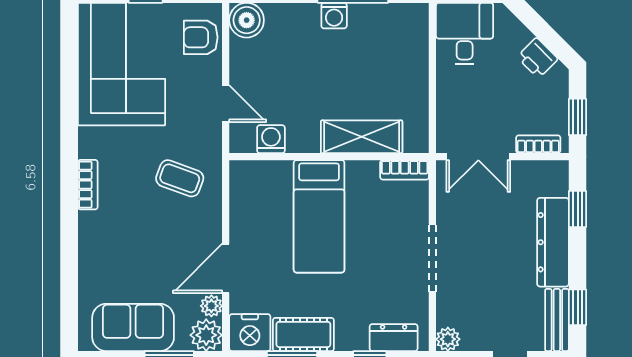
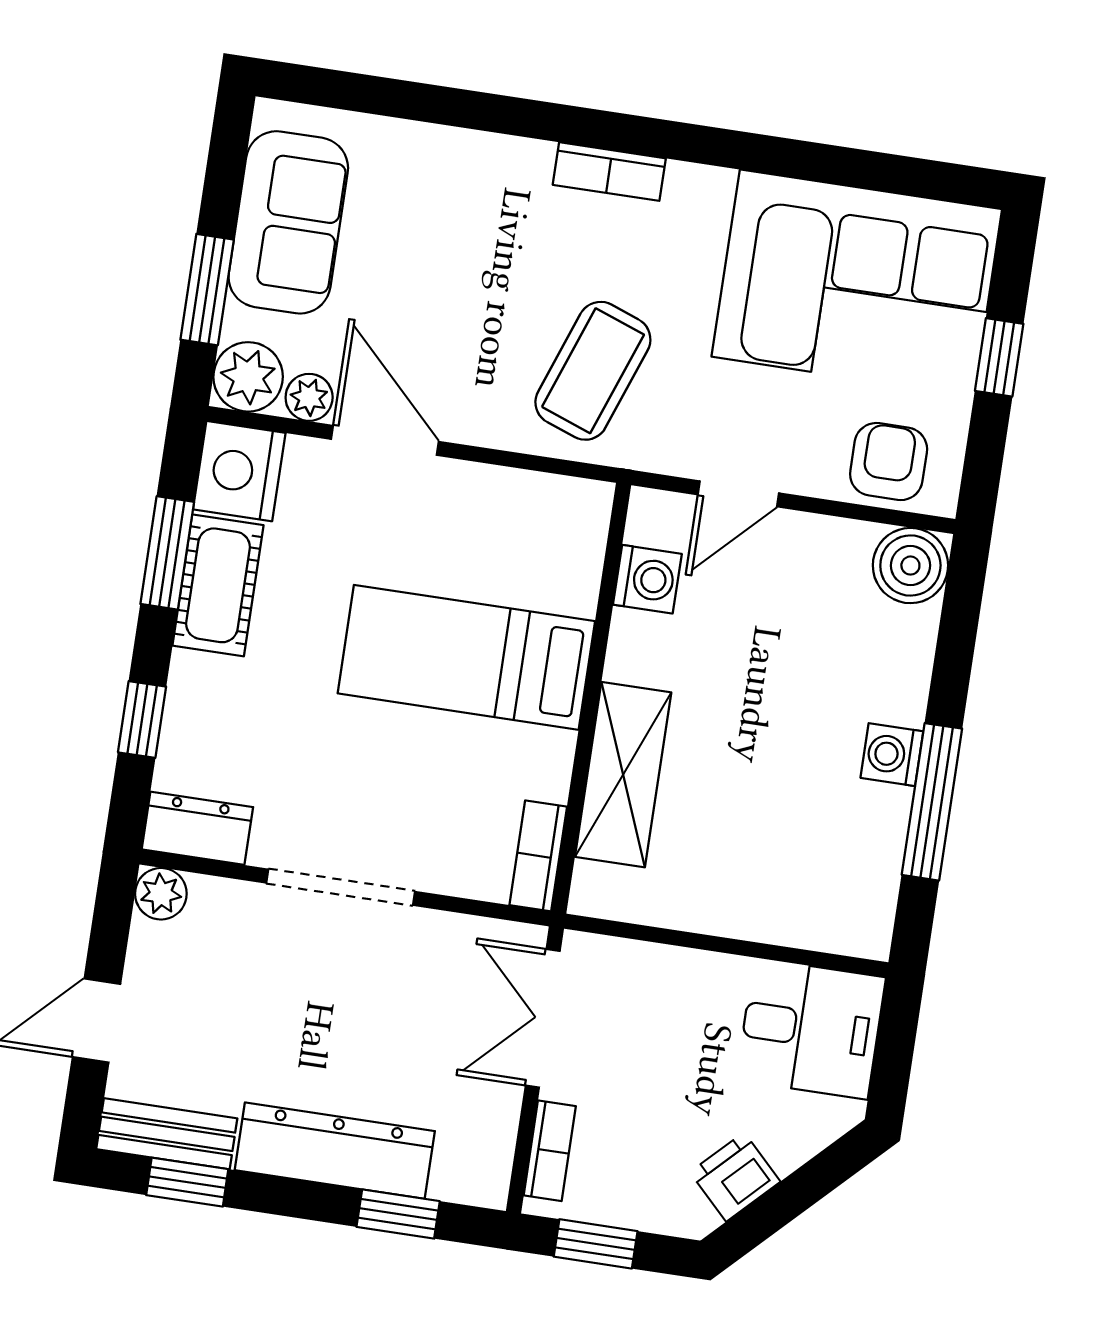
coffee table: (180, 178) -> (593, 371), width x1.36, depth x1.30
dresser: (394, 338) -> (197, 828), moved, turned -90

